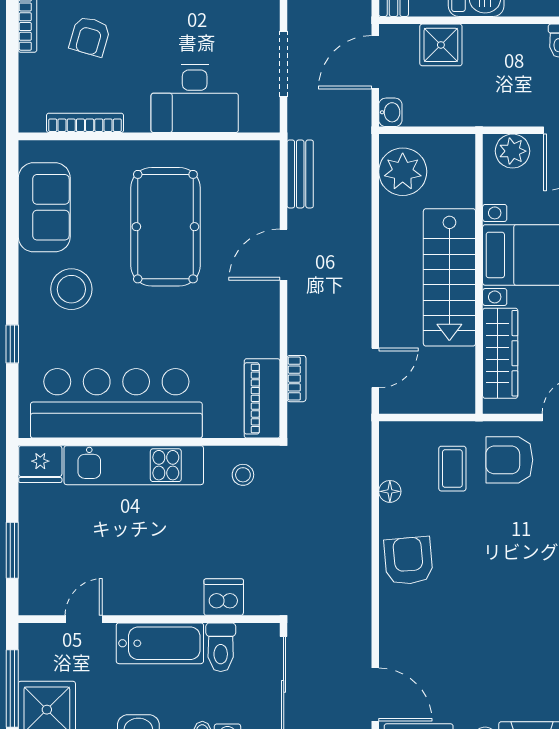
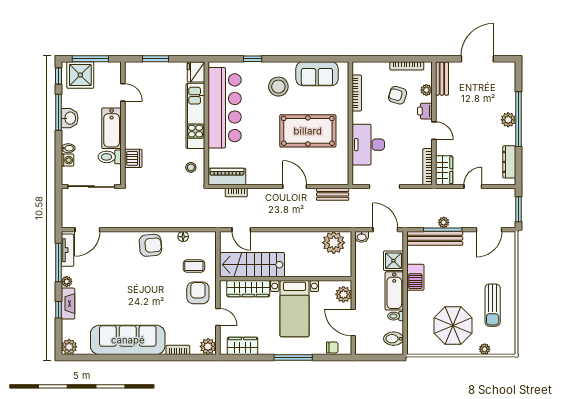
bathtub: (505, 43) -> (394, 291), added
stairs: (449, 277) -> (252, 265), moved

